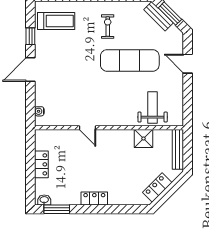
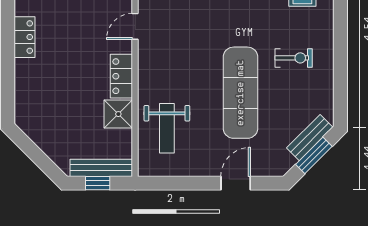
weight bench: (153, 107) -> (167, 128), turned 90
window: (188, 152) -> (98, 183), added
locker: (157, 188) -> (121, 76), moved, turned -135

